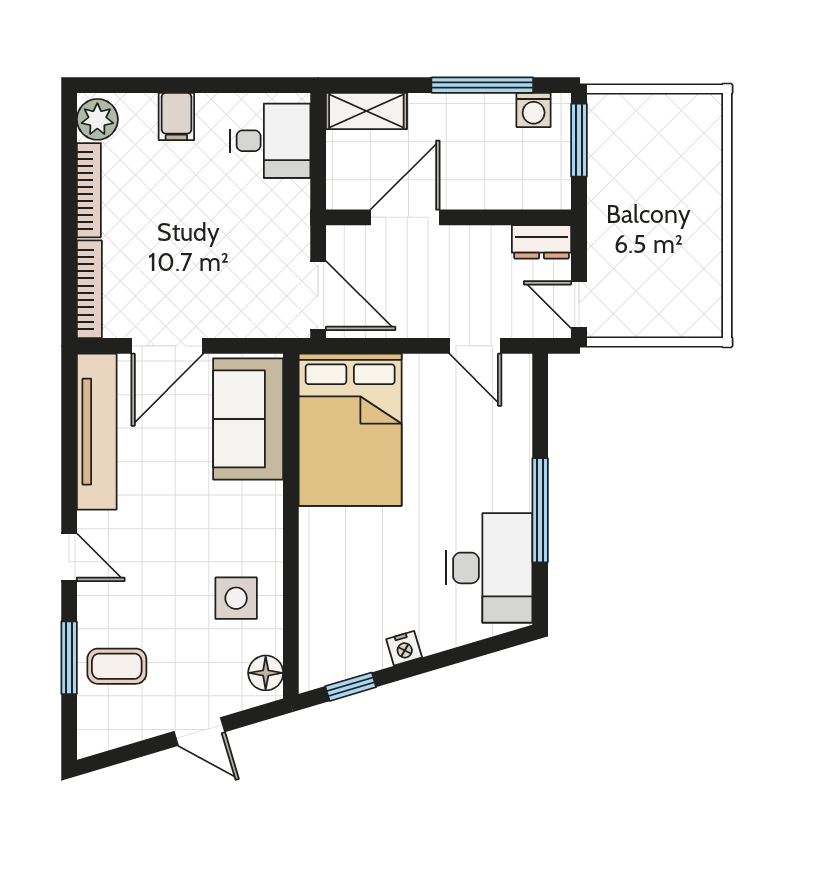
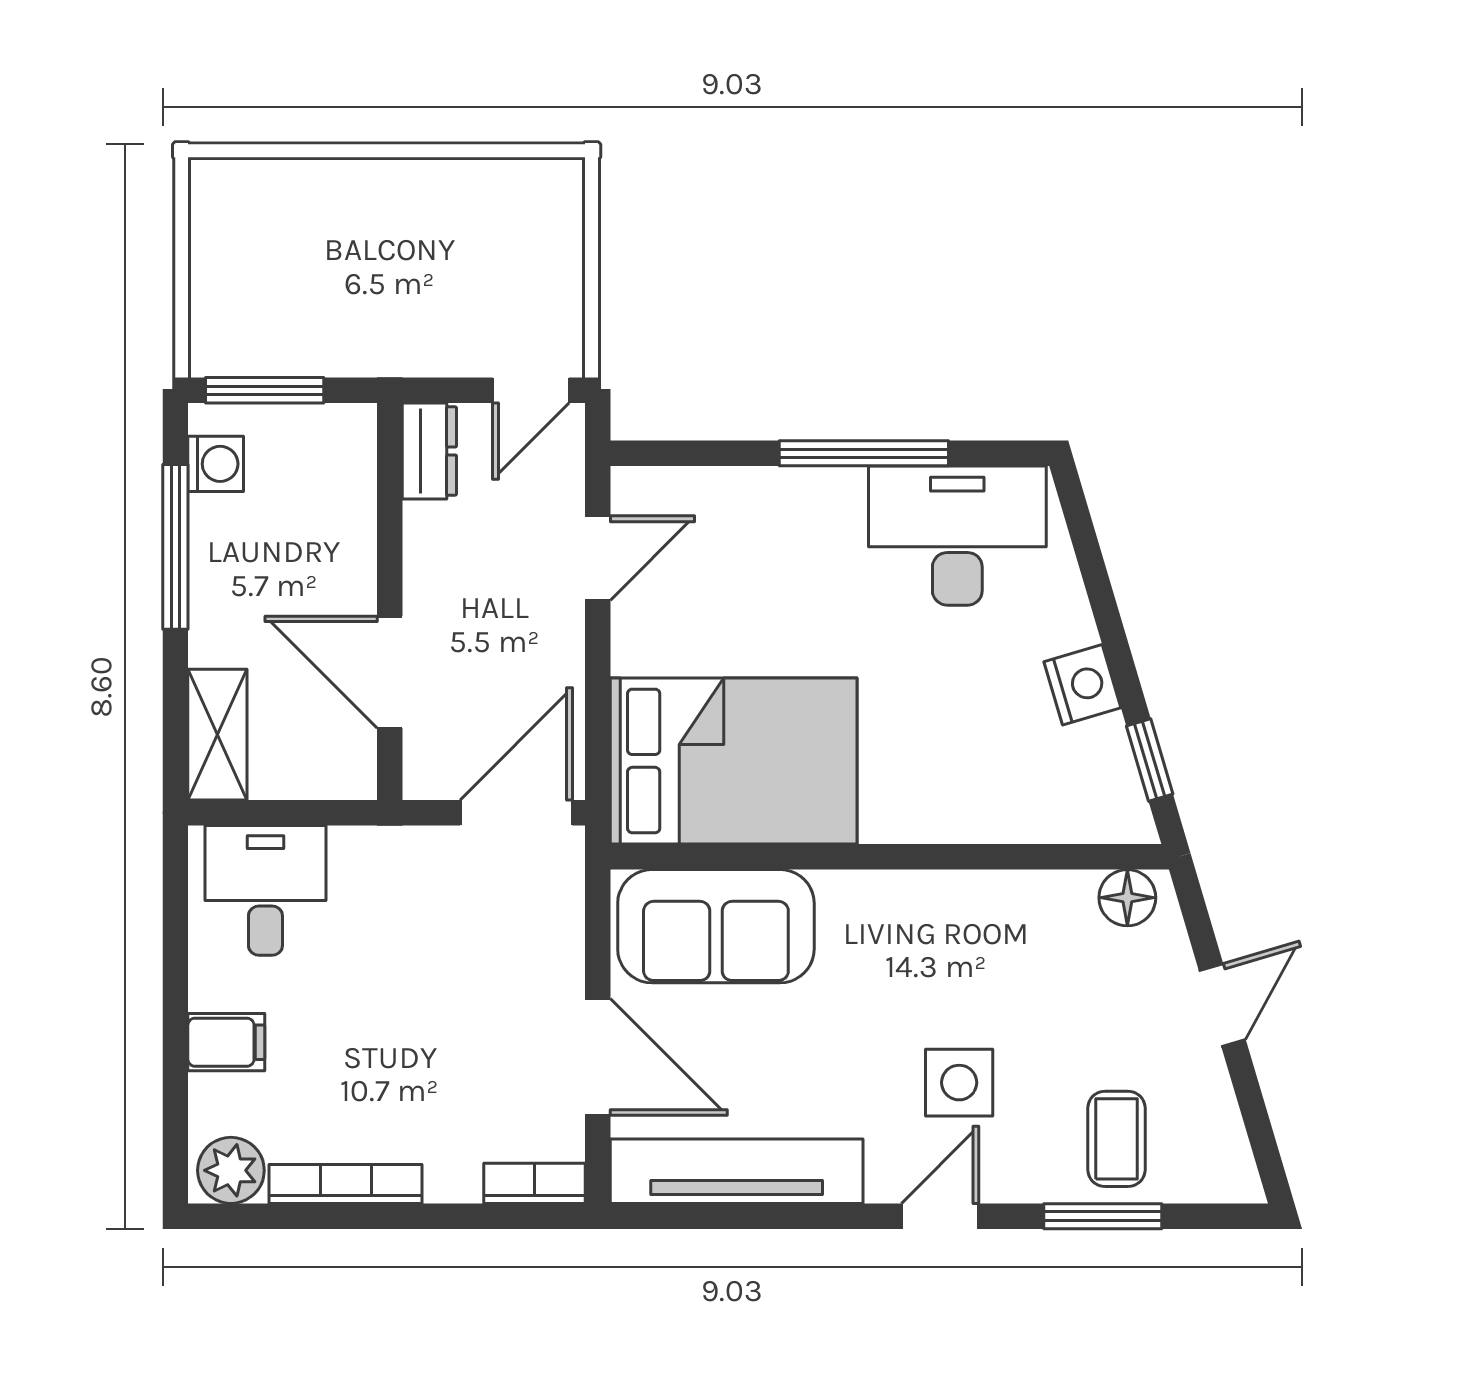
bookcase: (89, 289) -> (535, 1183), width x0.64
side table: (236, 598) -> (959, 1083), moved
nightstand: (404, 648) -> (1082, 685), width x1.39, depth x1.35

